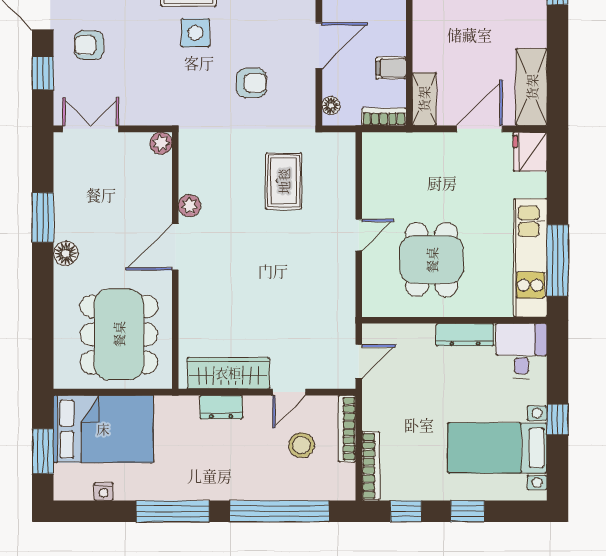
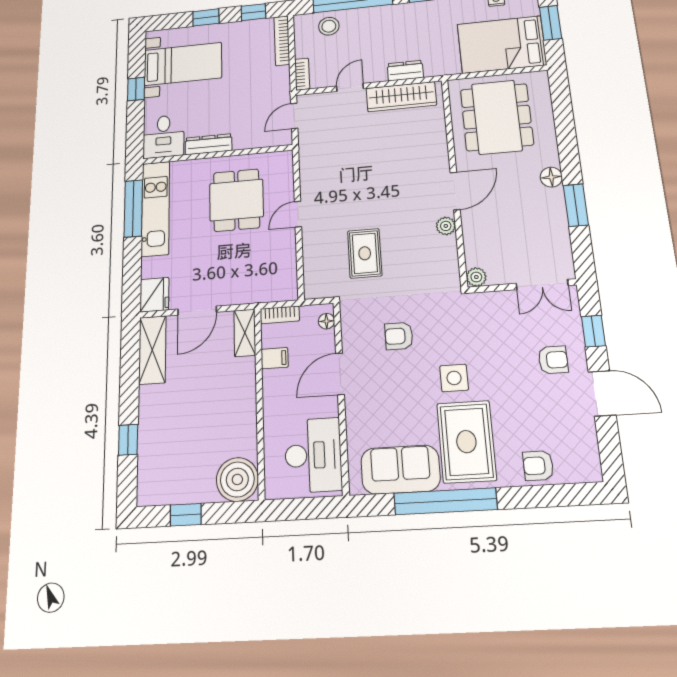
bookcase: (347, 429) -> (302, 74), width x0.64
stool: (301, 445) -> (329, 26), moved

